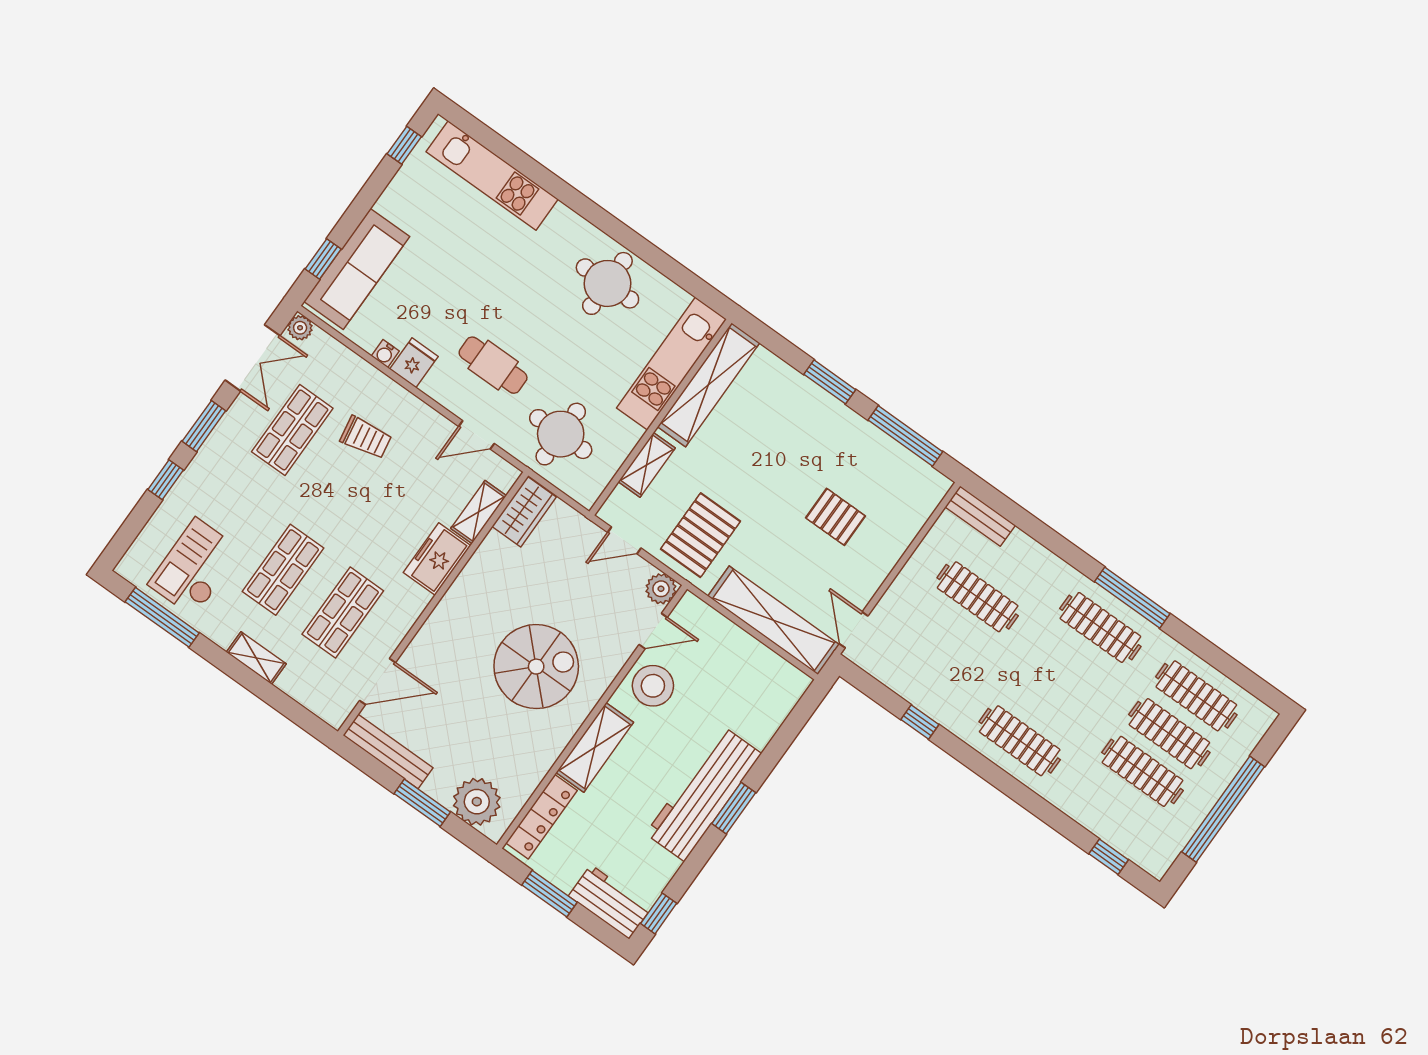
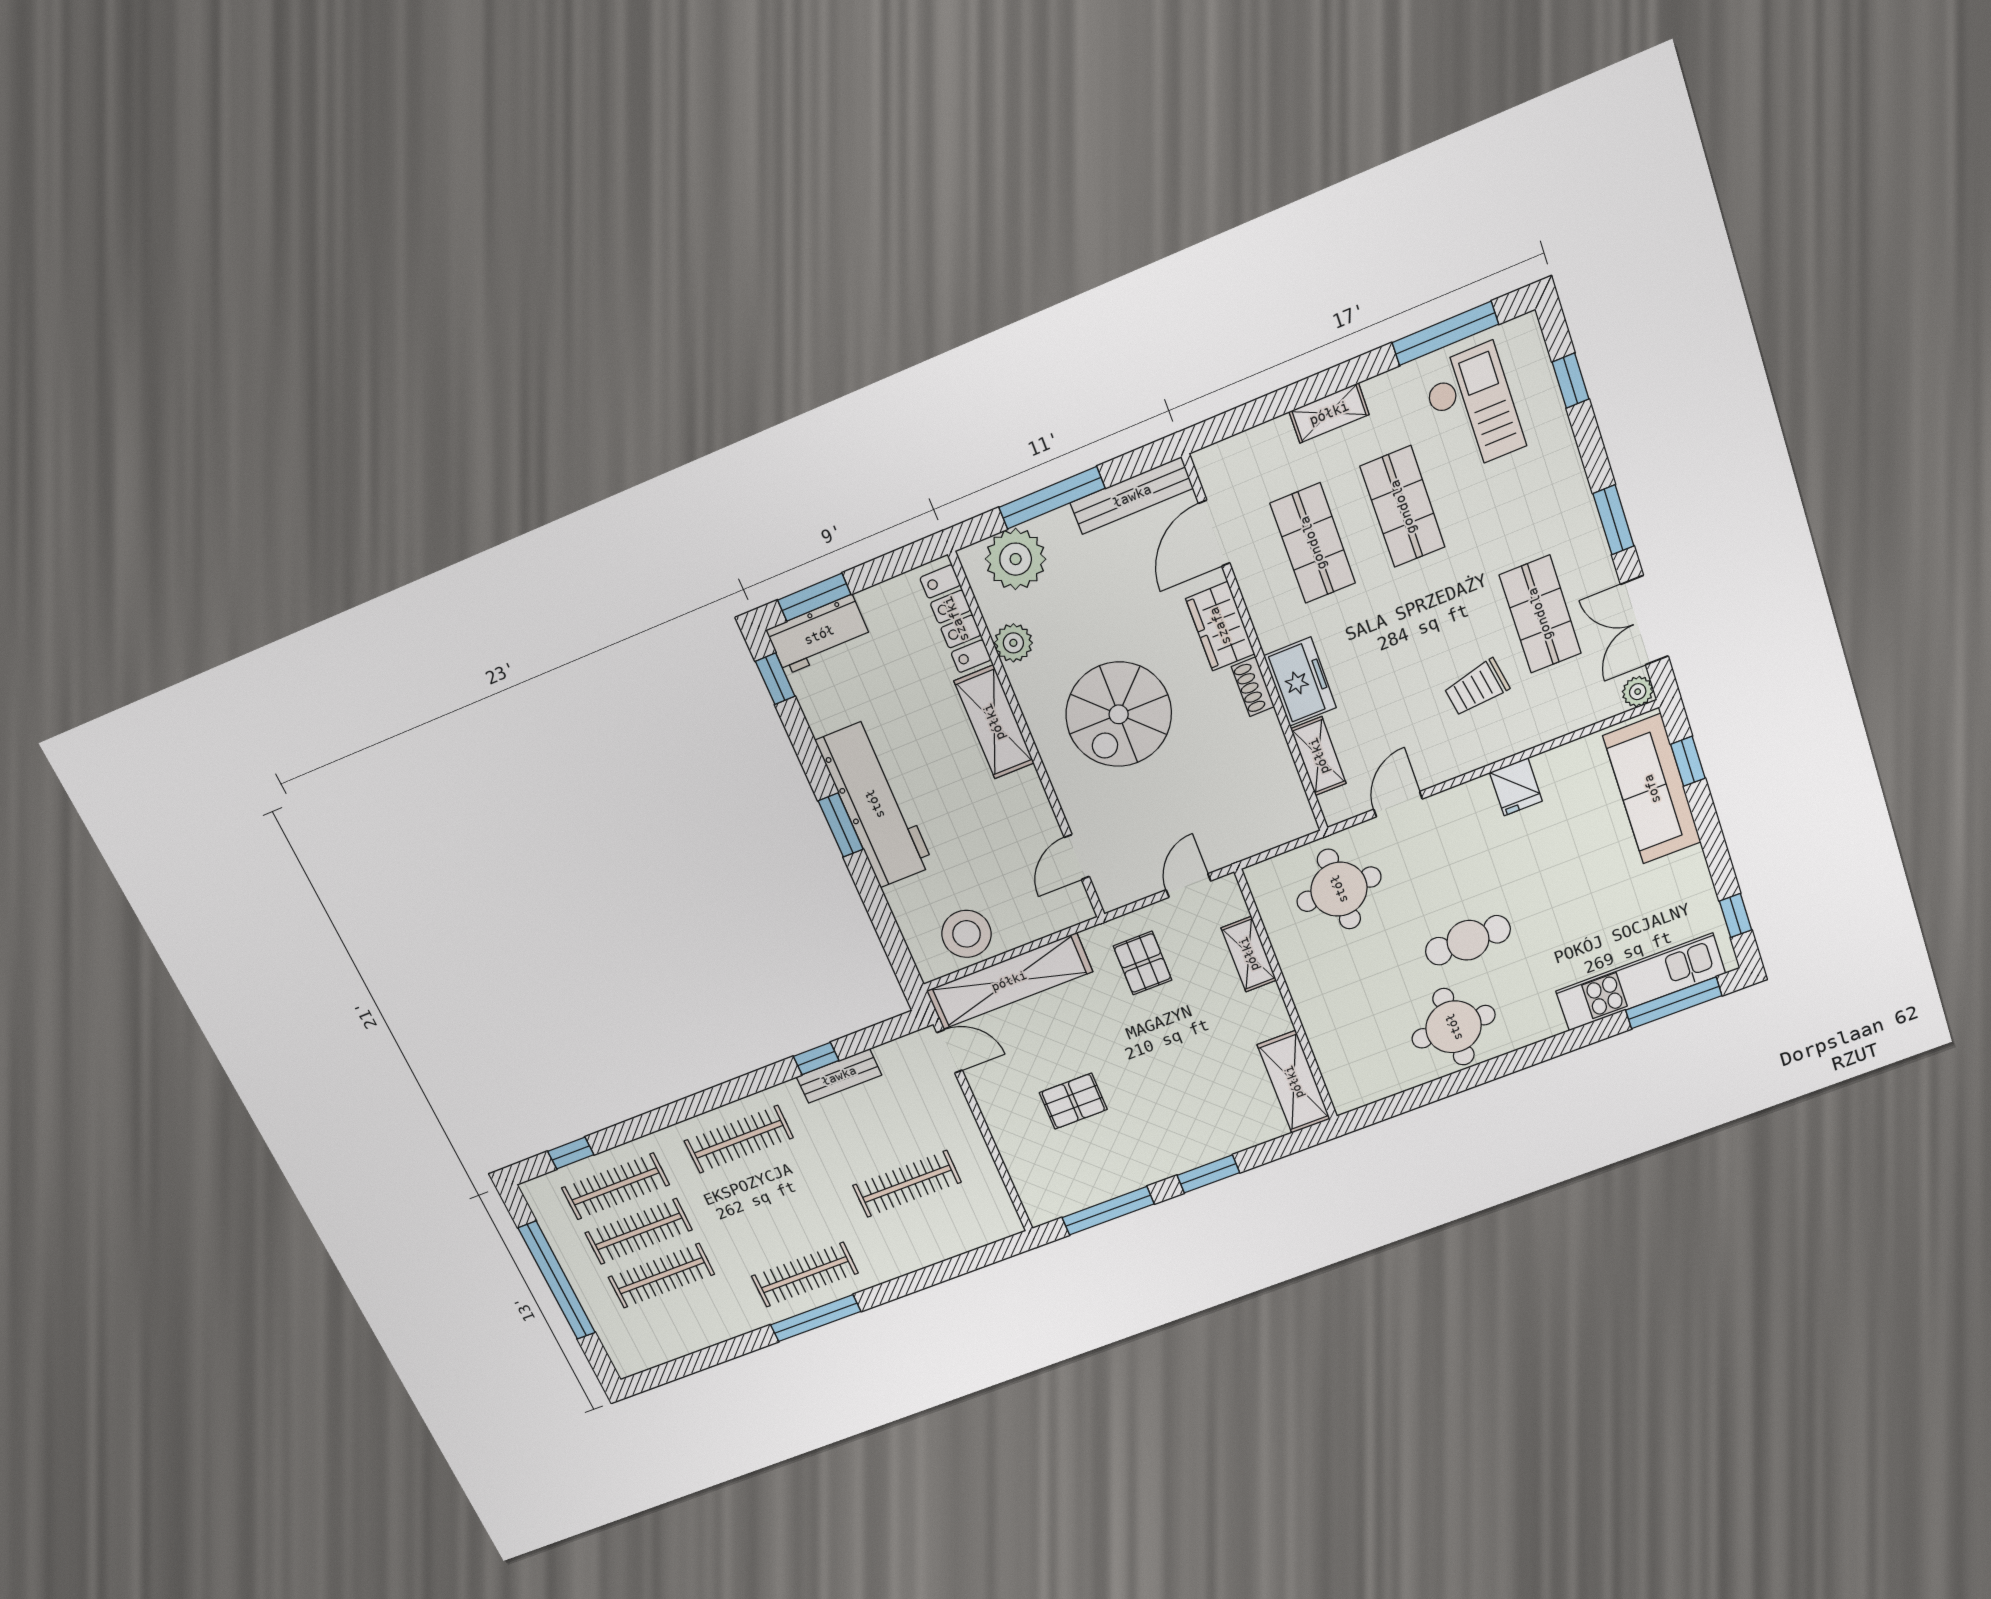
window: (492, 141) -> (1674, 1003), added
water cooler: (385, 354) -> (1547, 763), removed
kitchen unit: (672, 364) -> (1331, 1039), removed
cafe table: (493, 365) -> (1468, 940), moved
shelving: (709, 385) -> (1294, 1082), width x0.68
window: (166, 480) -> (1571, 381), moved
wardrobe: (524, 512) -> (1220, 626), moved
bench: (980, 516) -> (839, 1076), moved
pallet: (701, 535) -> (1143, 963), width x0.67, depth x0.71
shoe rack: (460, 588) -> (1253, 687), added
plant: (661, 589) -> (1013, 643), moved
stool: (653, 686) -> (967, 934), moved
clothes rail: (1196, 696) -> (615, 1186), moved
window: (422, 803) -> (1052, 498), width x1.44
window: (550, 894) -> (814, 597), moved

